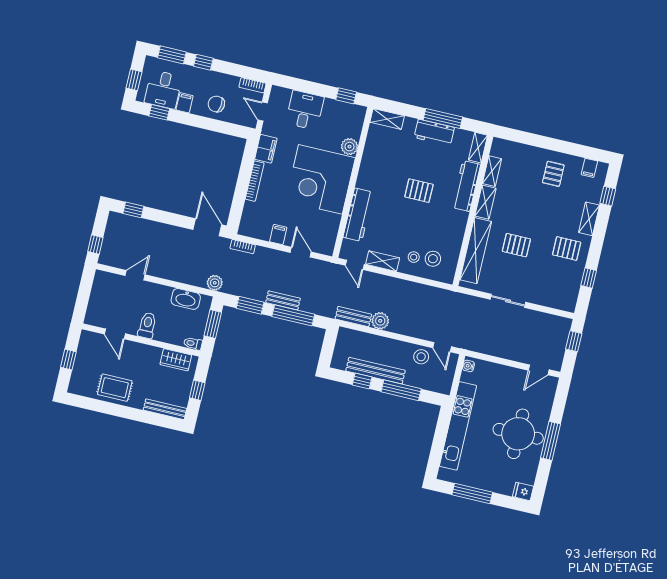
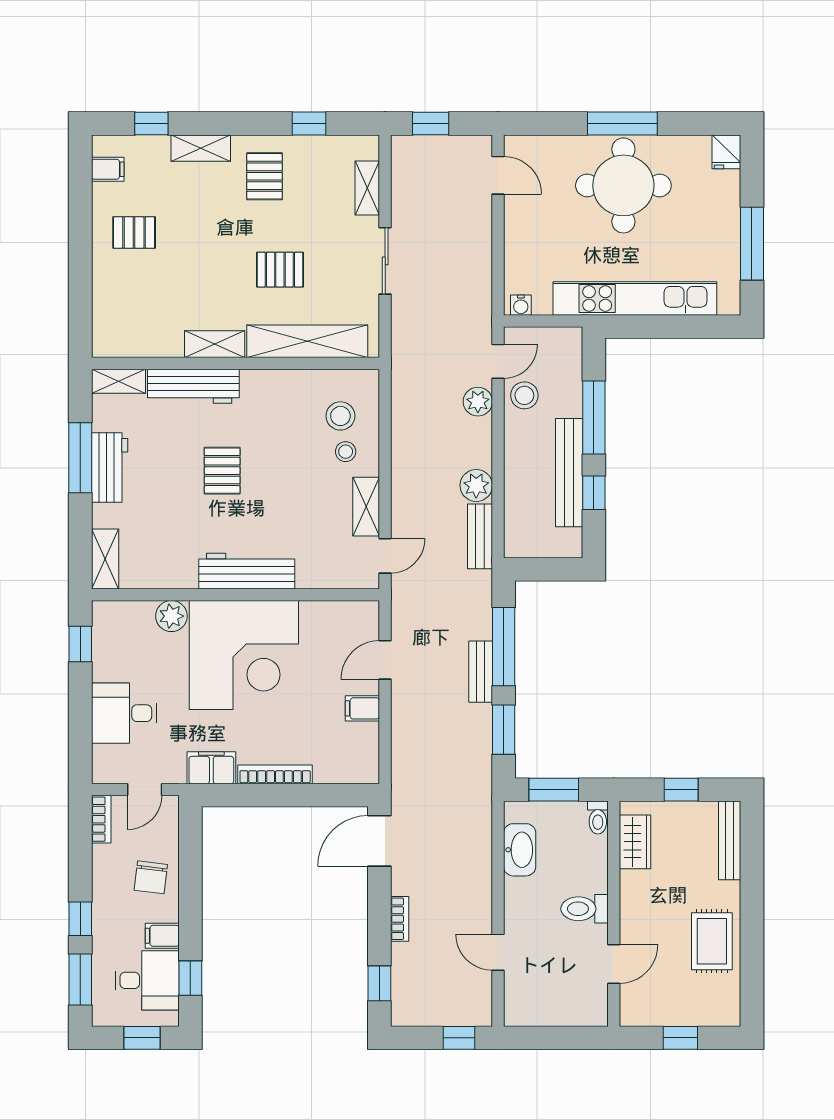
shelving: (492, 171) -> (367, 188), moved, turned 90
workbench: (358, 215) -> (247, 571), moved
pallet: (516, 245) -> (280, 270), turned 90
bookcase: (243, 247) -> (400, 919), moved
plant: (215, 283) -> (478, 402), moved

